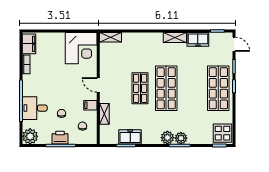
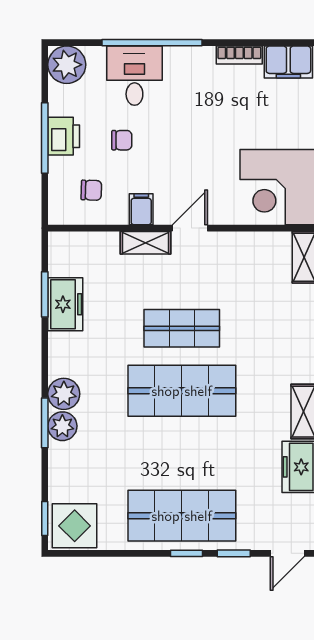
shelving: (104, 114) -> (145, 243), moved

